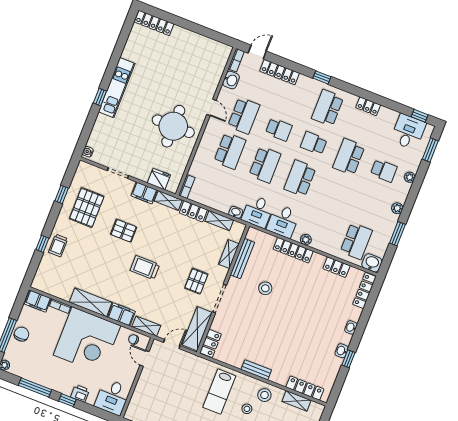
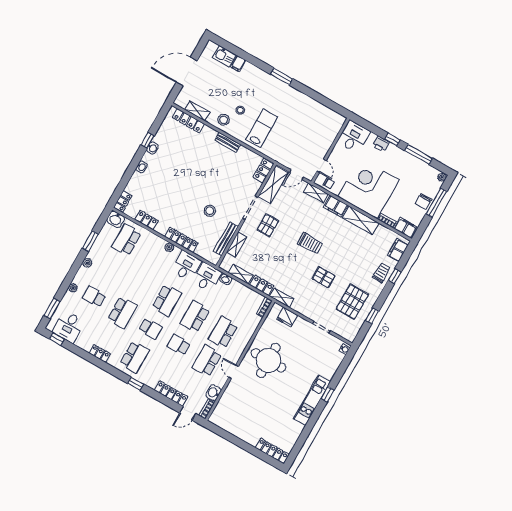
filing cabinet: (144, 193) -> (398, 250), moved, turned -90
locker: (364, 291) -> (123, 201), width x0.66

